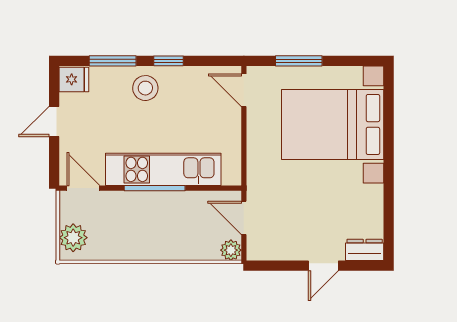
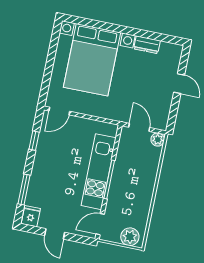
window: (169, 61) -> (34, 141), moved
window: (299, 61) -> (48, 73), removed
stool: (145, 88) -> (45, 172), removed
door: (244, 218) -> (139, 127), swing flipped
dresser: (365, 250) -> (147, 45), moved, turned -90

